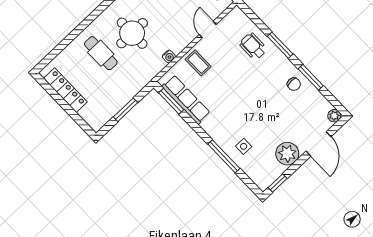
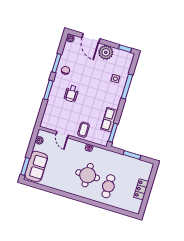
door: (208, 30) -> (62, 135), hinge flipped
wheelchair: (253, 46) -> (71, 94), moved
locker: (65, 90) -> (141, 189), width x0.66
row of seats: (186, 100) -> (109, 120), width x0.68
door: (318, 144) -> (91, 38), swing flipped

